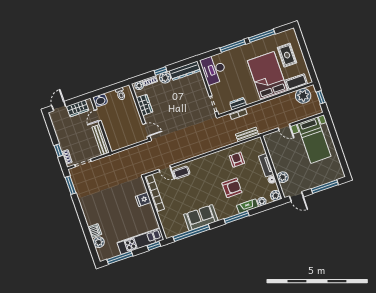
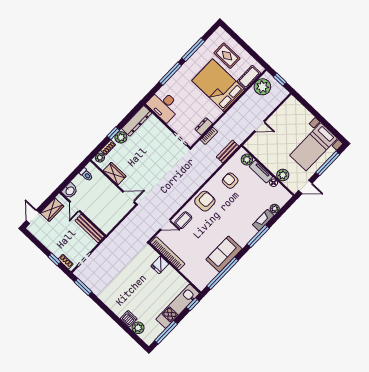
bed with nightstands: (314, 140) -> (313, 147), moved, turned 90
armchair: (232, 188) -> (205, 201), moved
plant: (276, 196) -> (247, 160), moved

